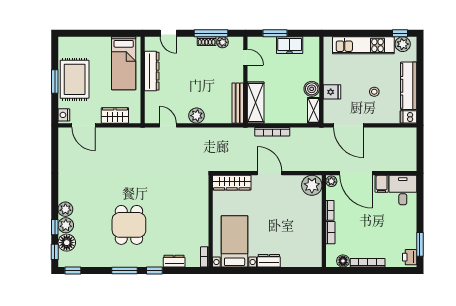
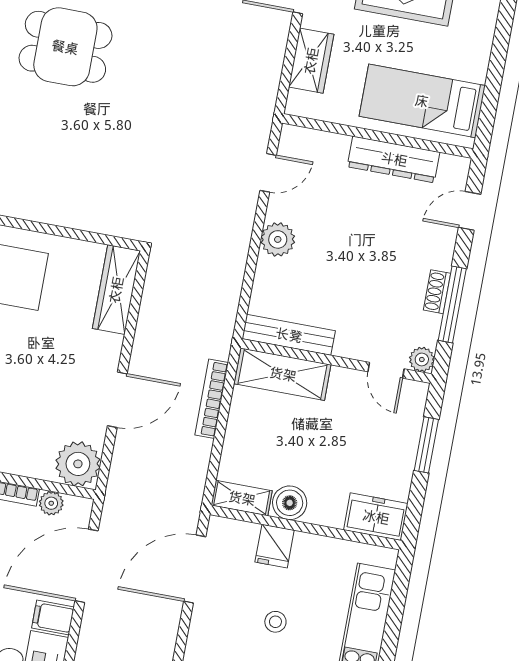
plant: (223, 42) -> (422, 359), moved
freezer: (290, 45) -> (376, 517), moved, turned 90
door: (245, 57) -> (386, 370), hinge flipped
stool: (374, 92) -> (275, 622), moved
door: (270, 173) -> (117, 400), moved
plant: (331, 181) -> (51, 503), moved

